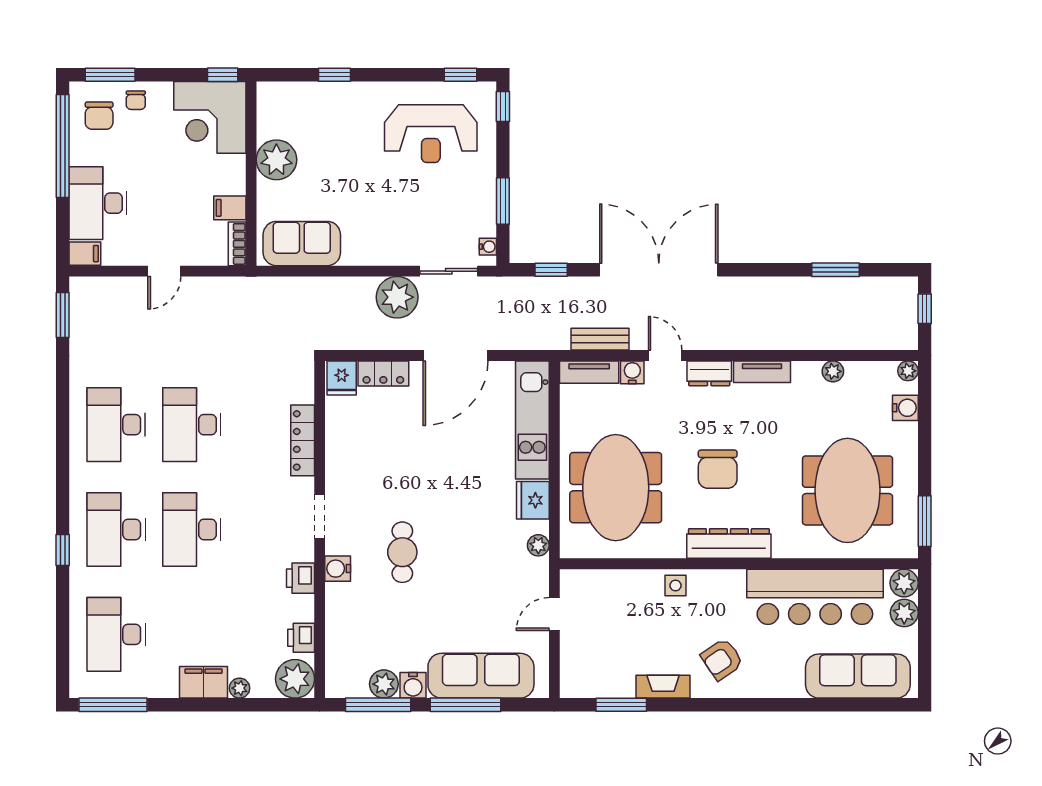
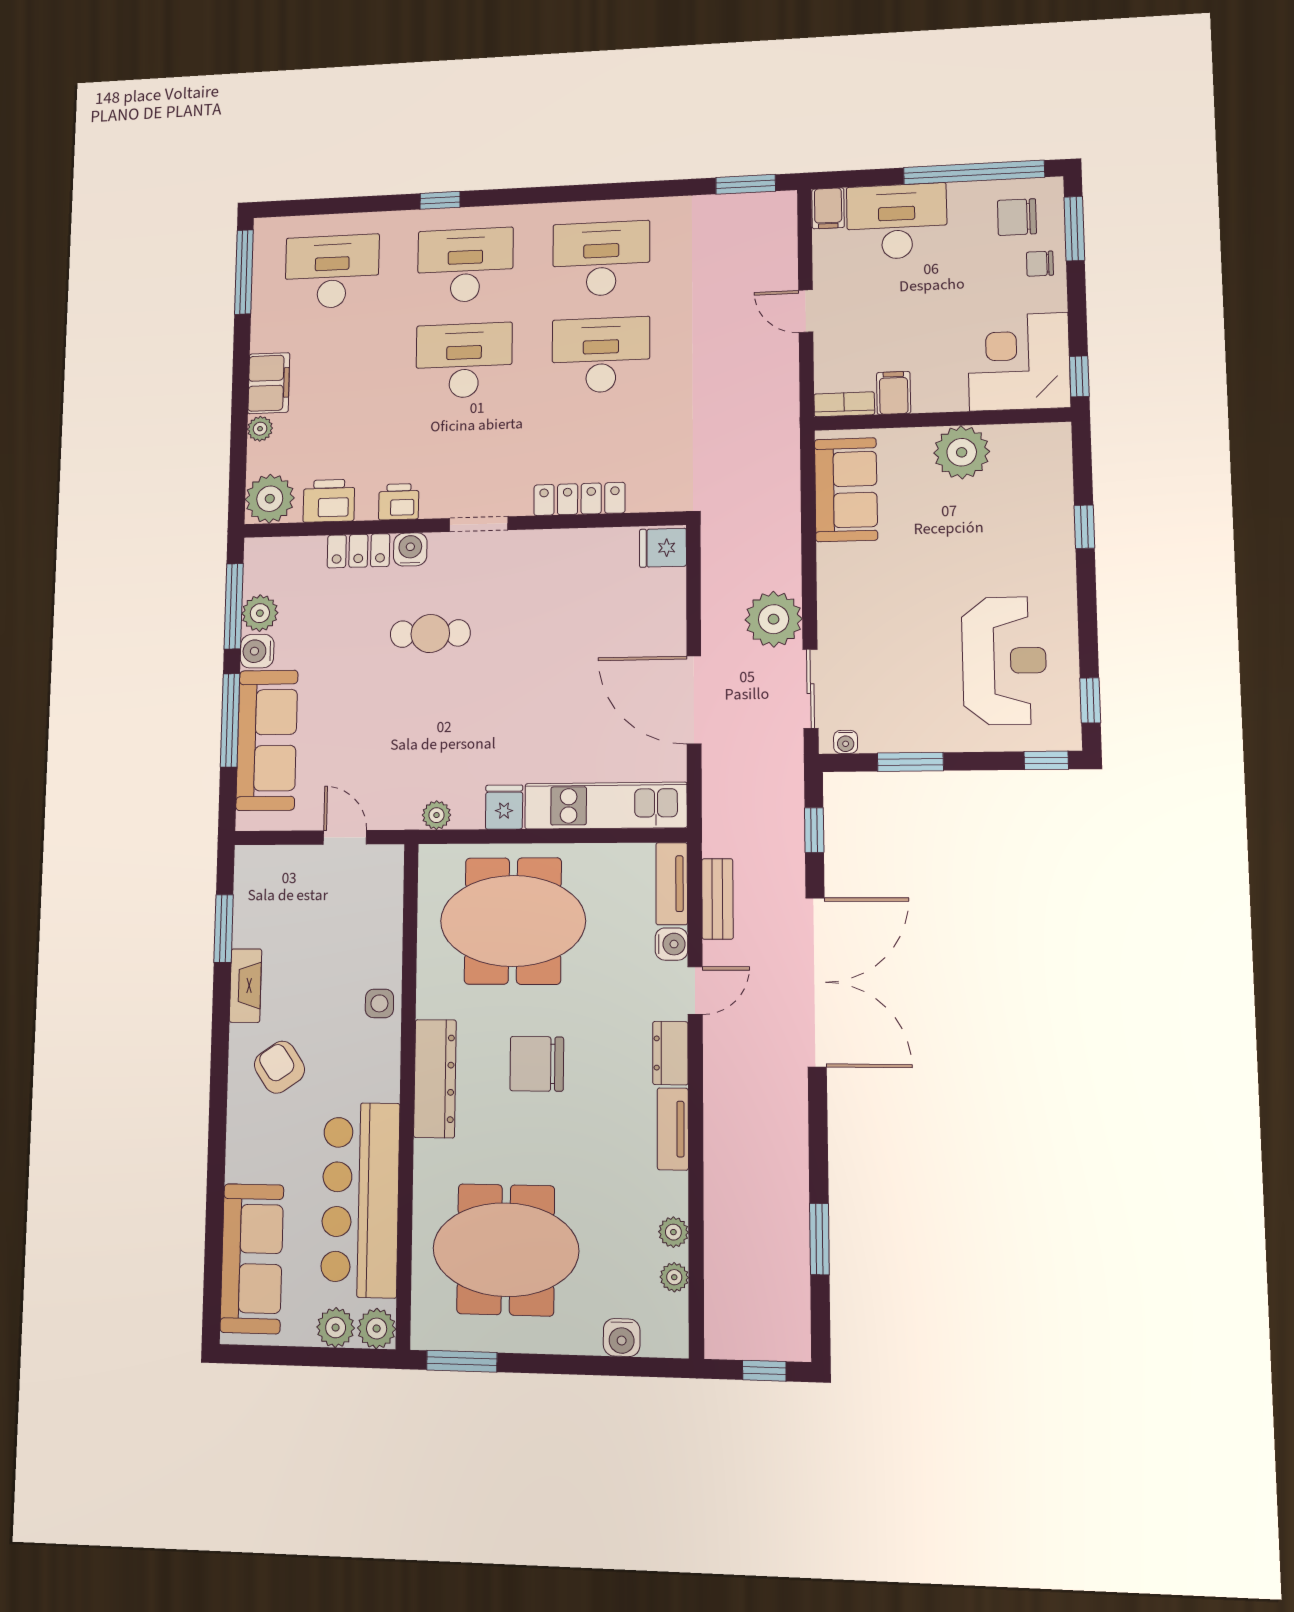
reception desk: (431, 134) -> (1004, 661), turned 180
plant: (908, 371) -> (674, 1277), moved
locker: (383, 373) -> (358, 551), moved, turned -90
fridge: (533, 500) -> (504, 807), width x0.72
printer: (301, 638) -> (329, 501), width x1.36, depth x1.24

